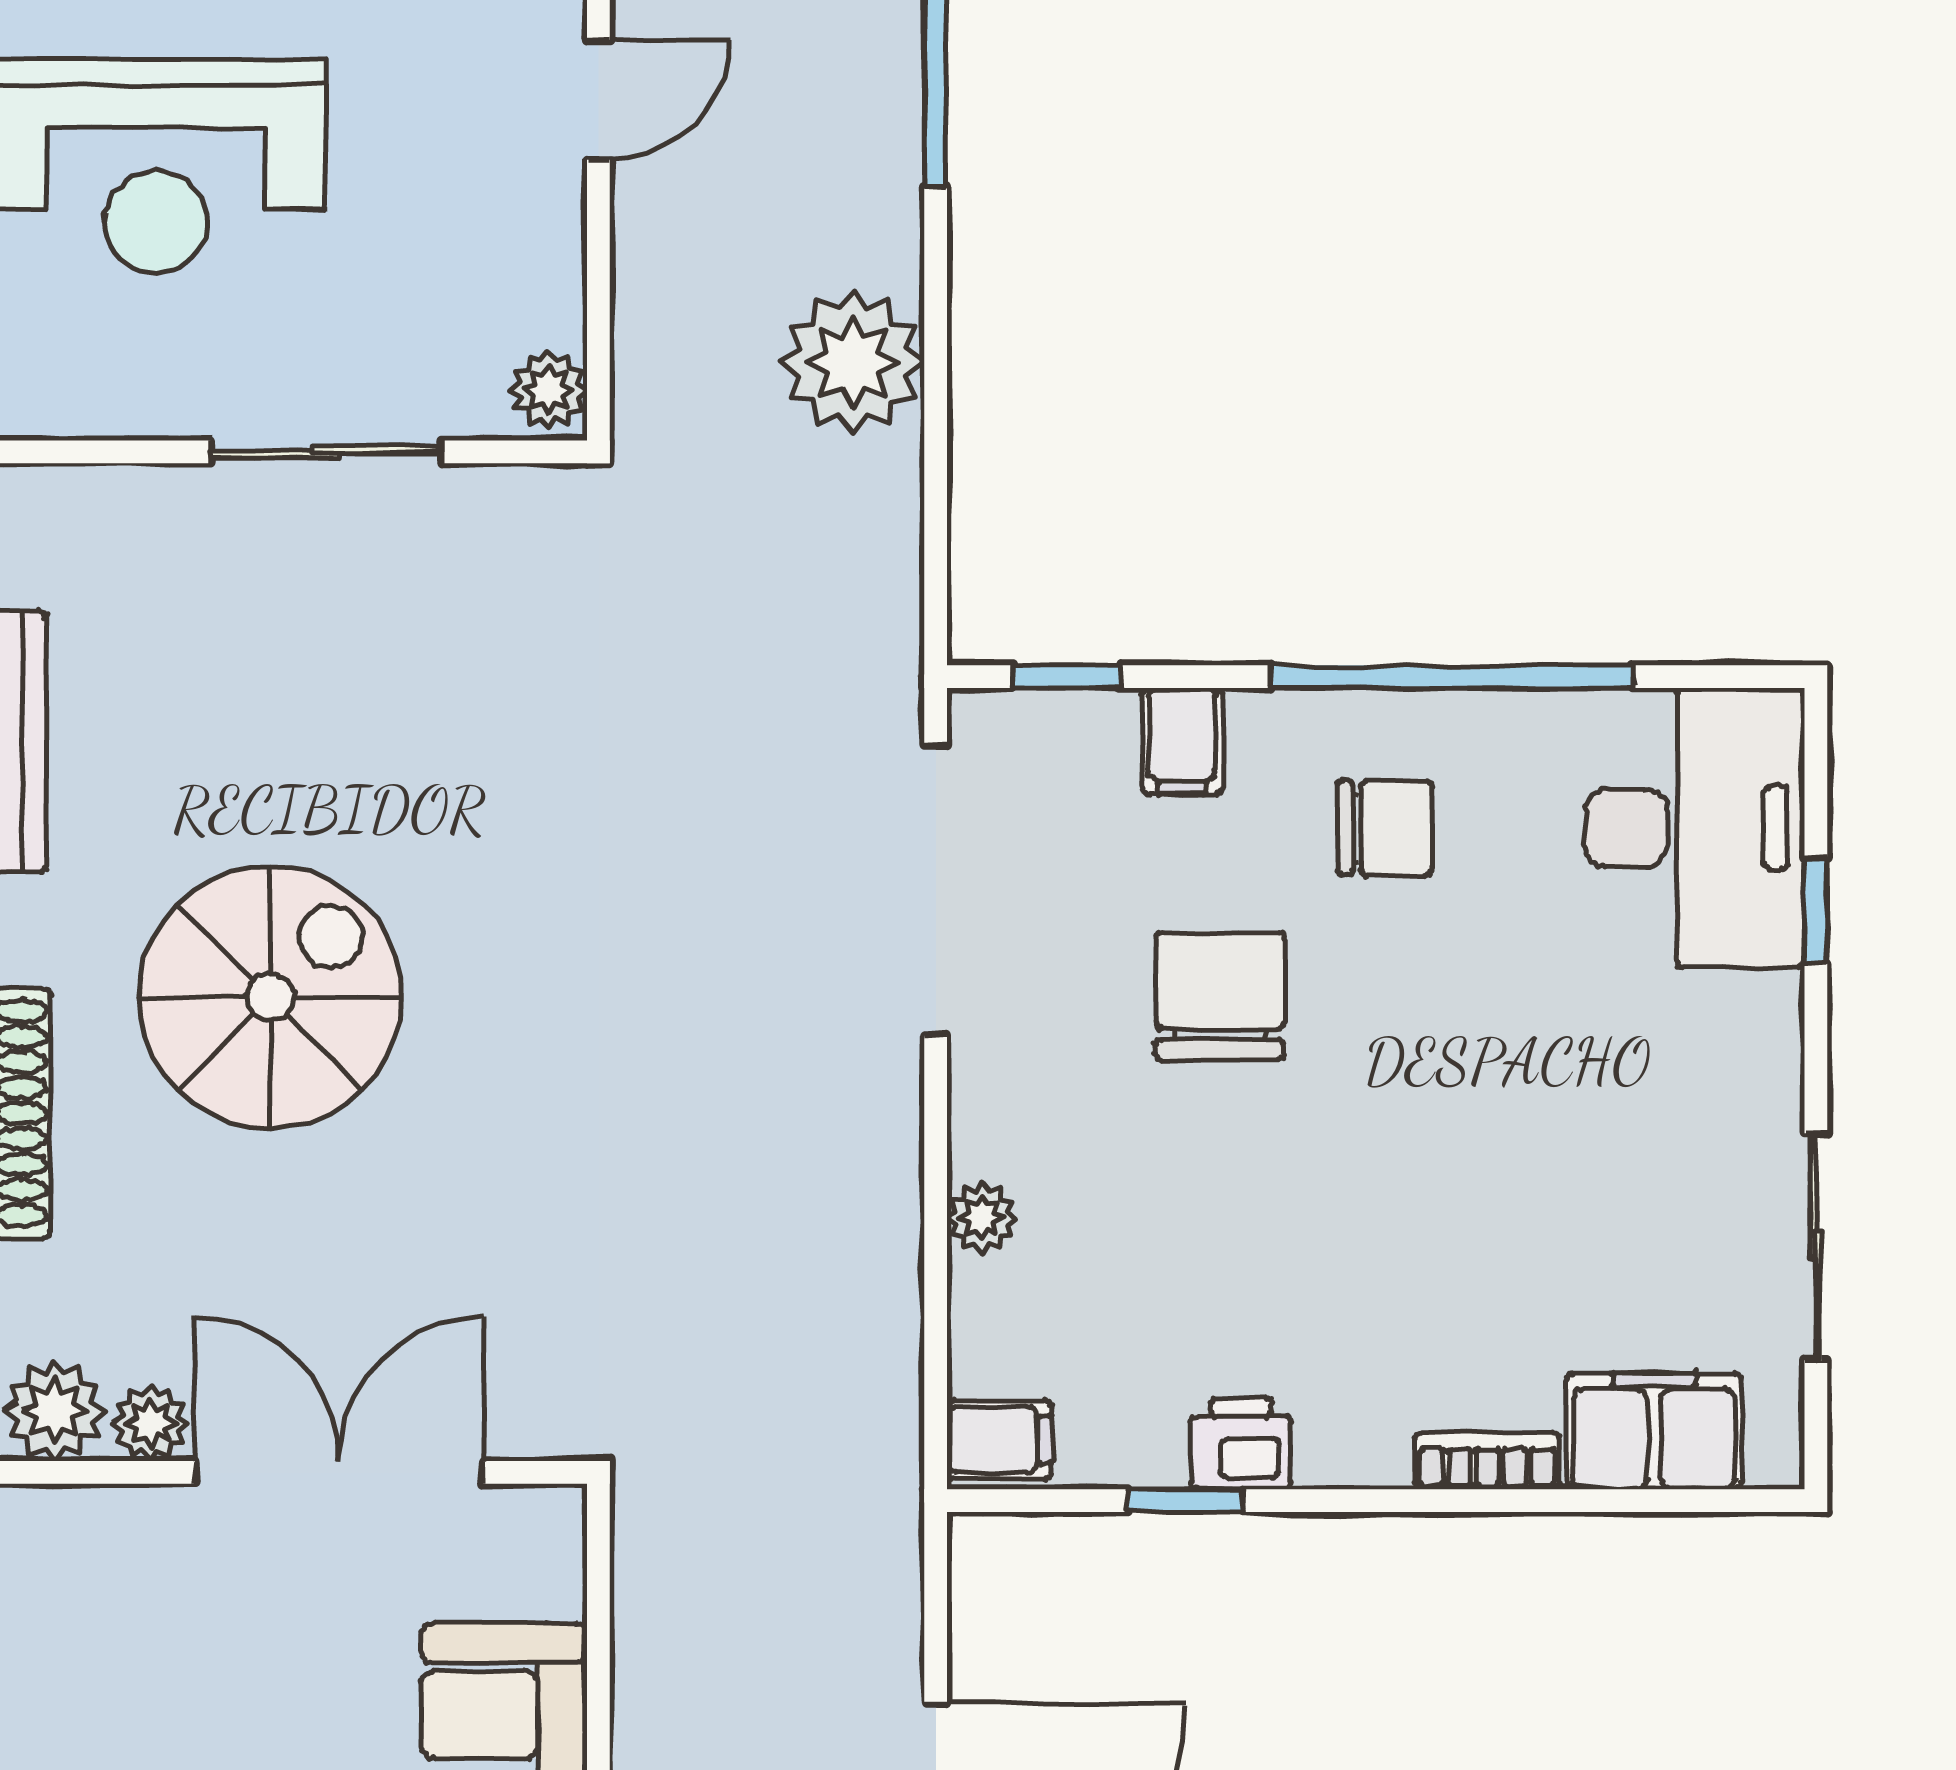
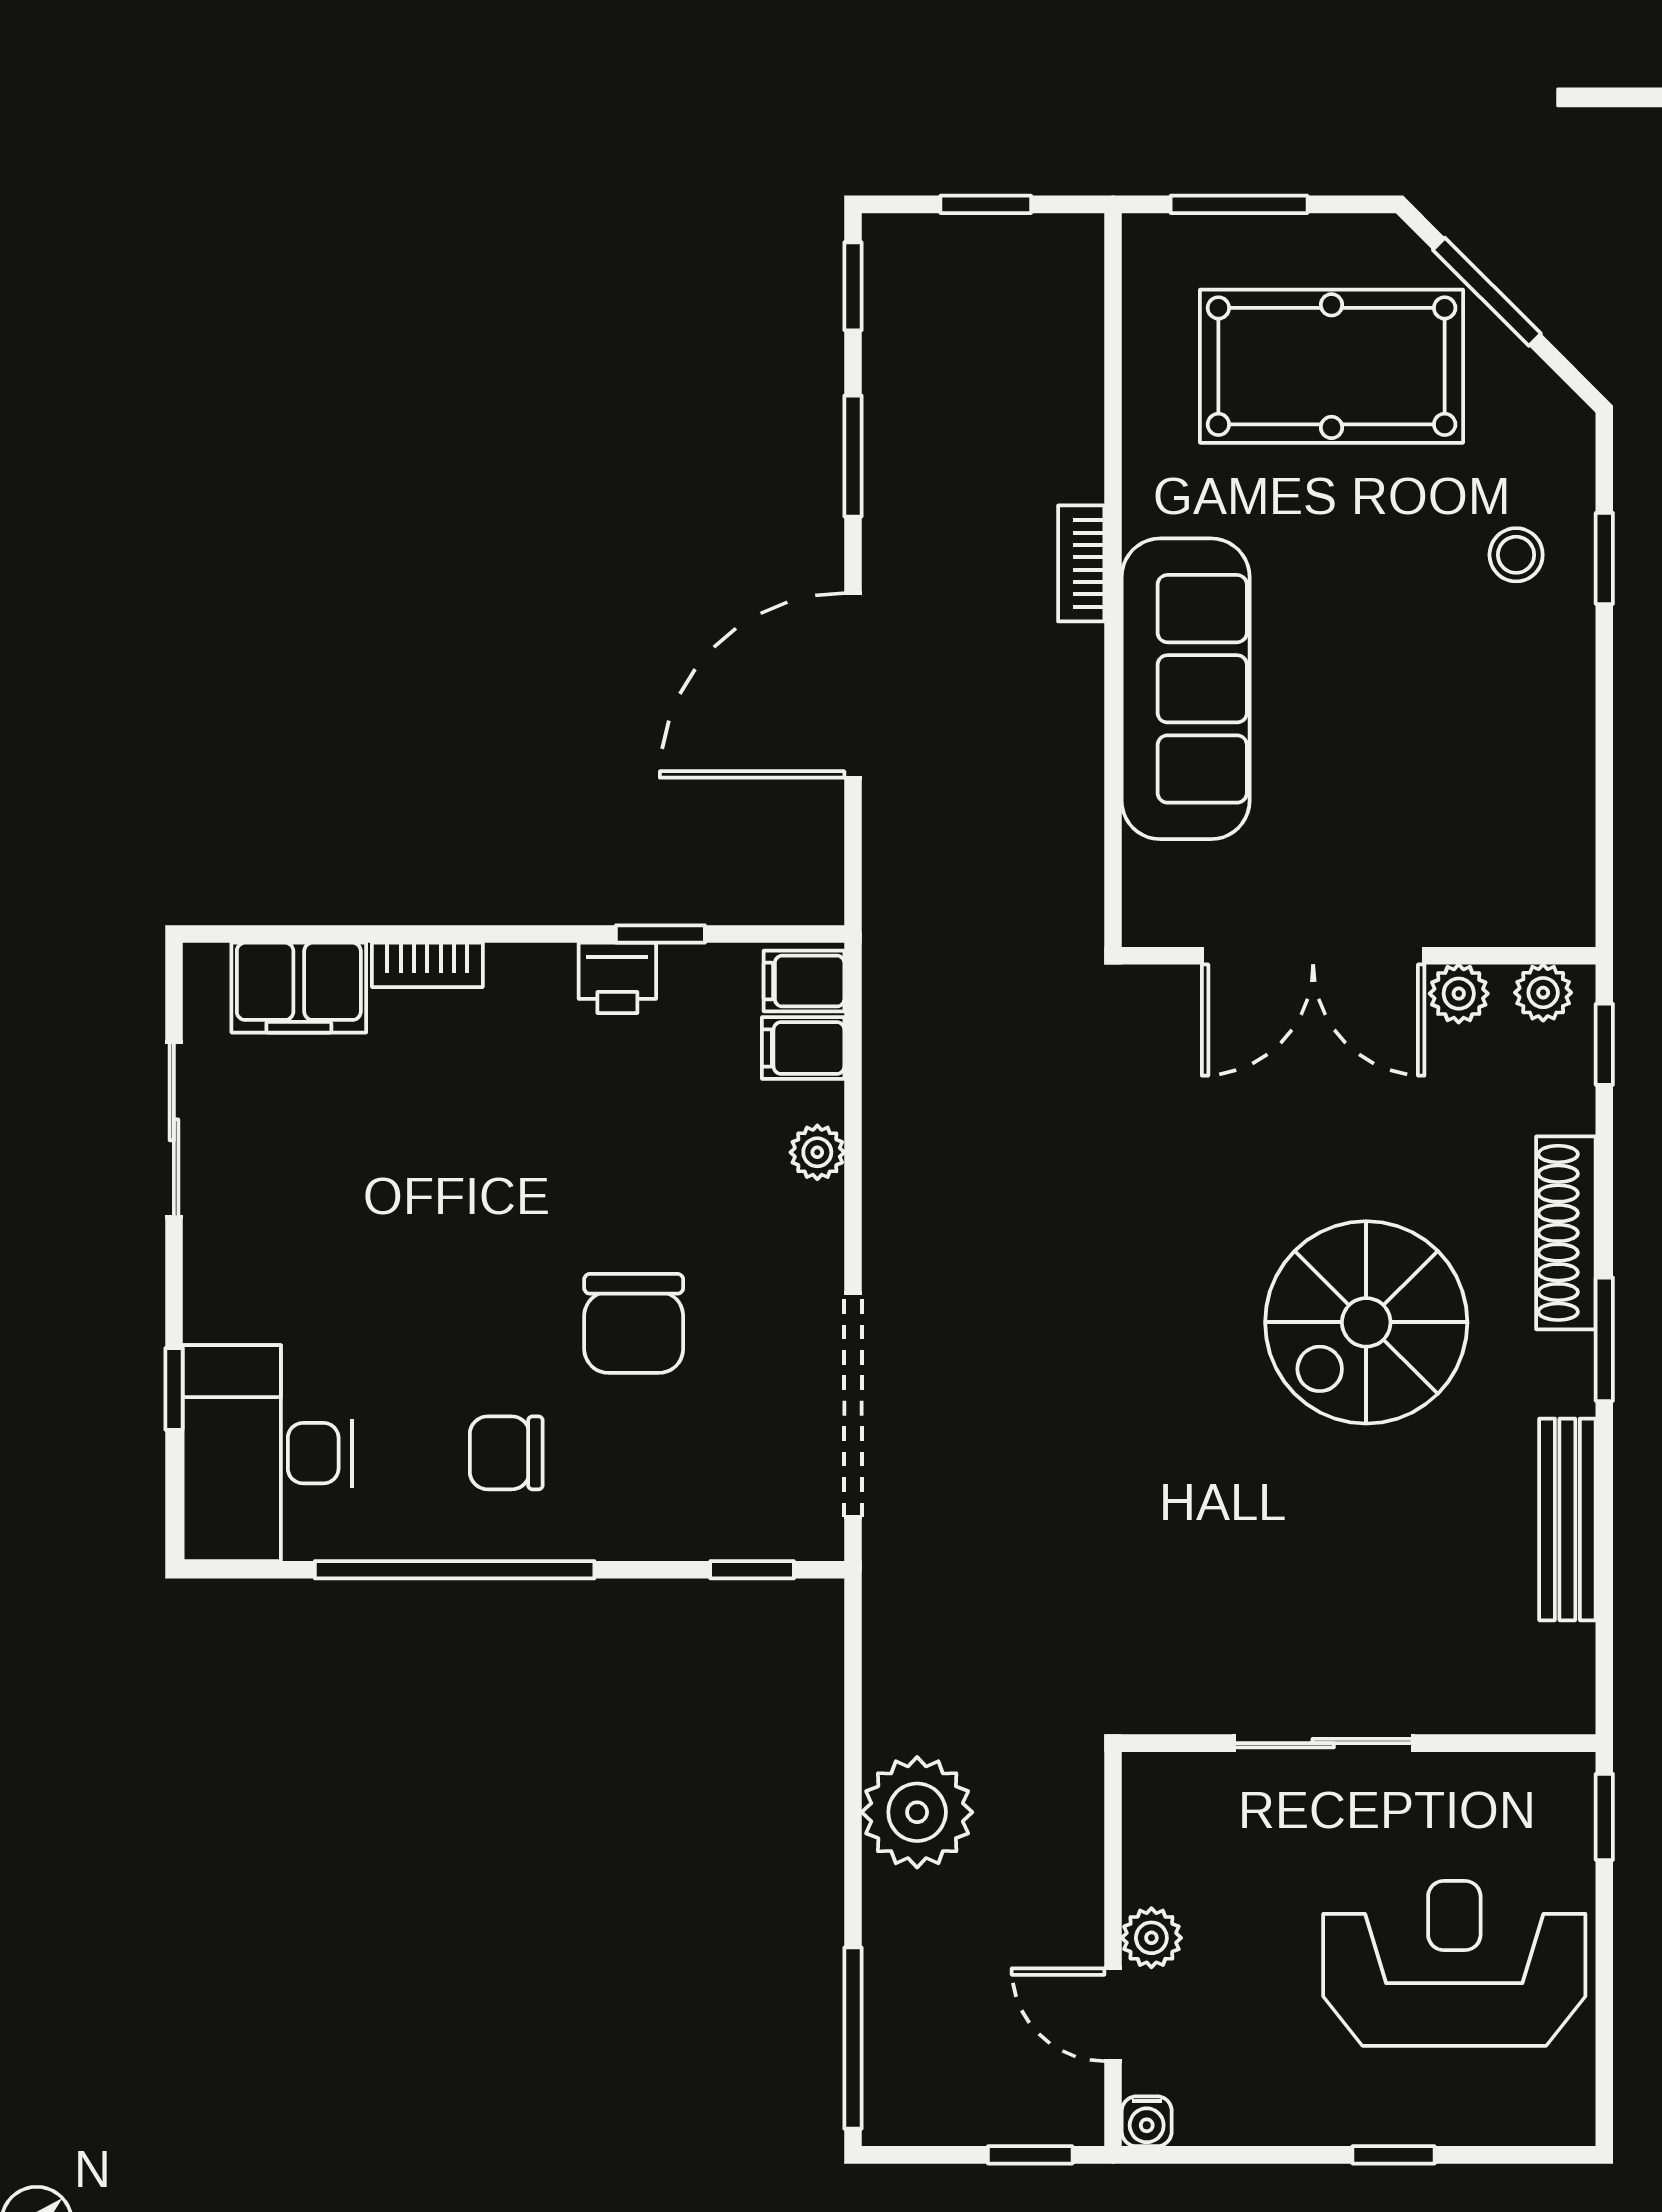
door: (598, 100) -> (1113, 2015), hinge flipped
plant: (549, 390) -> (1151, 1938), moved
filing cabinet: (1182, 741) -> (803, 1048), moved, turned -90
plant: (55, 1411) -> (1543, 993), width x0.73, depth x0.73

